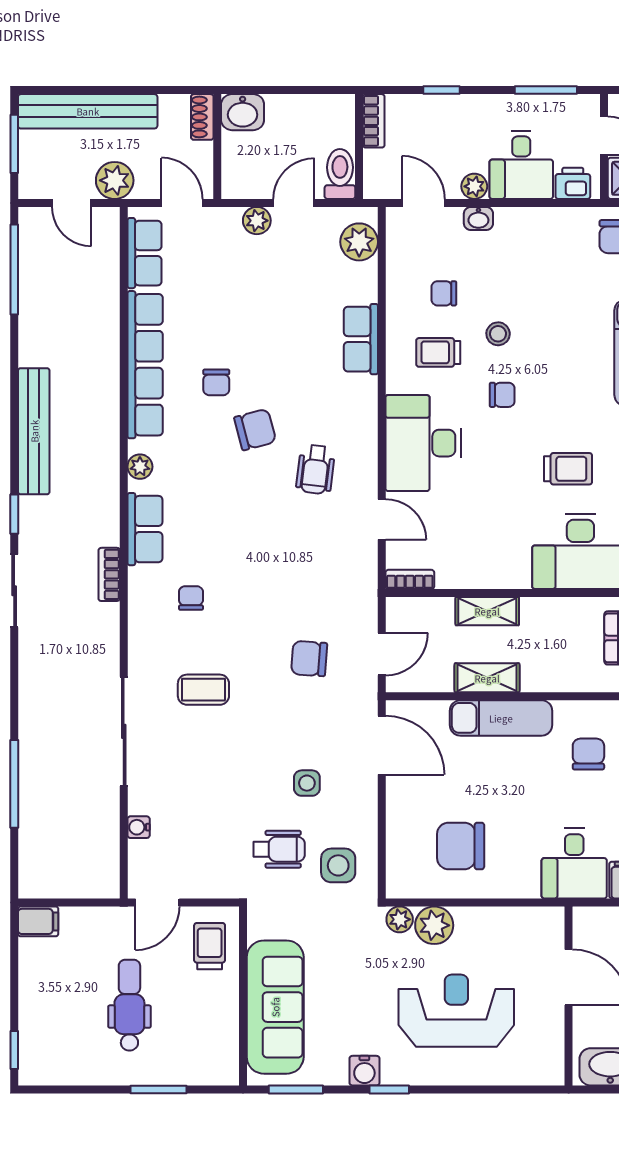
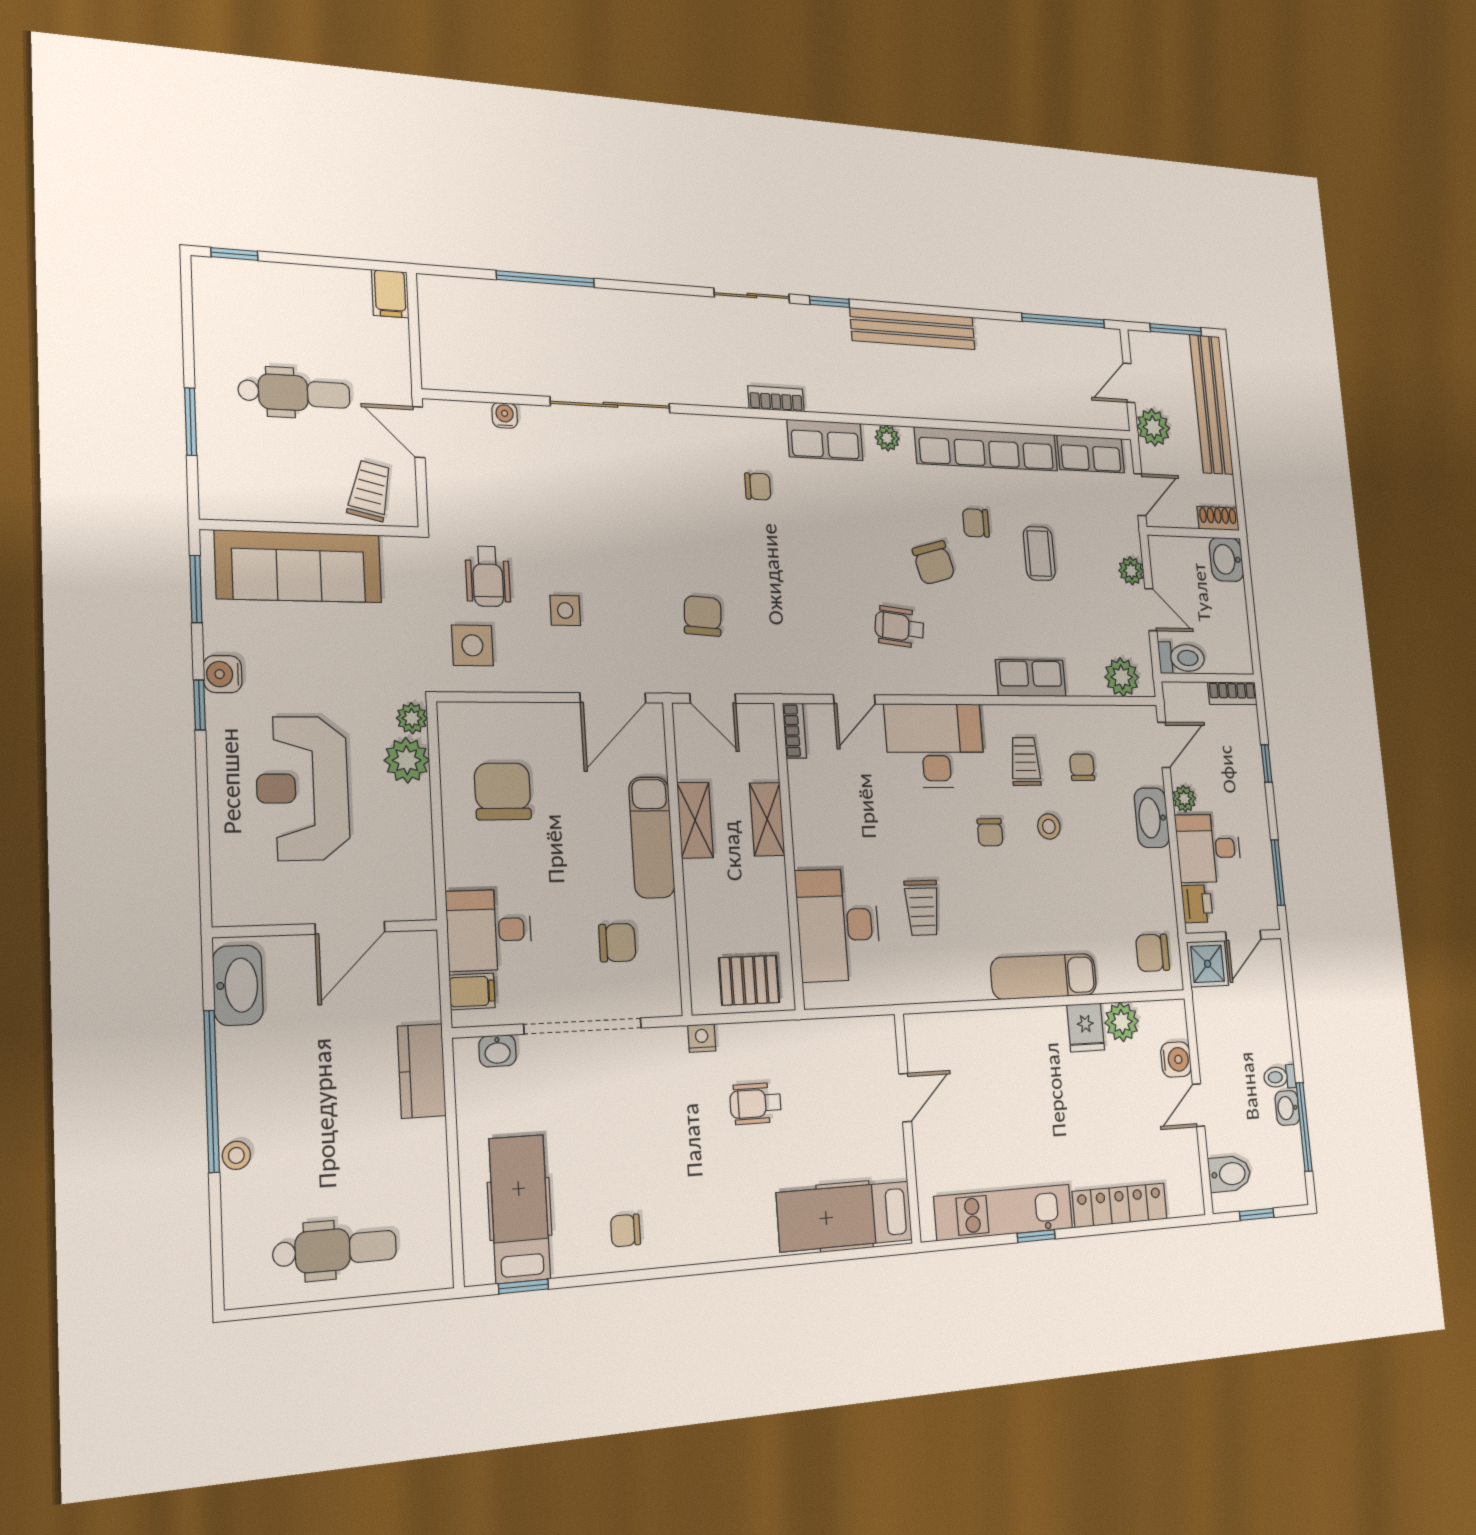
washbasin: (478, 219) -> (1152, 818), width x1.91, depth x1.45
coffee table: (203, 690) -> (1039, 553), moved
trolley: (210, 946) -> (370, 491), turned -77
reception desk: (456, 1011) -> (303, 788), turned 180

